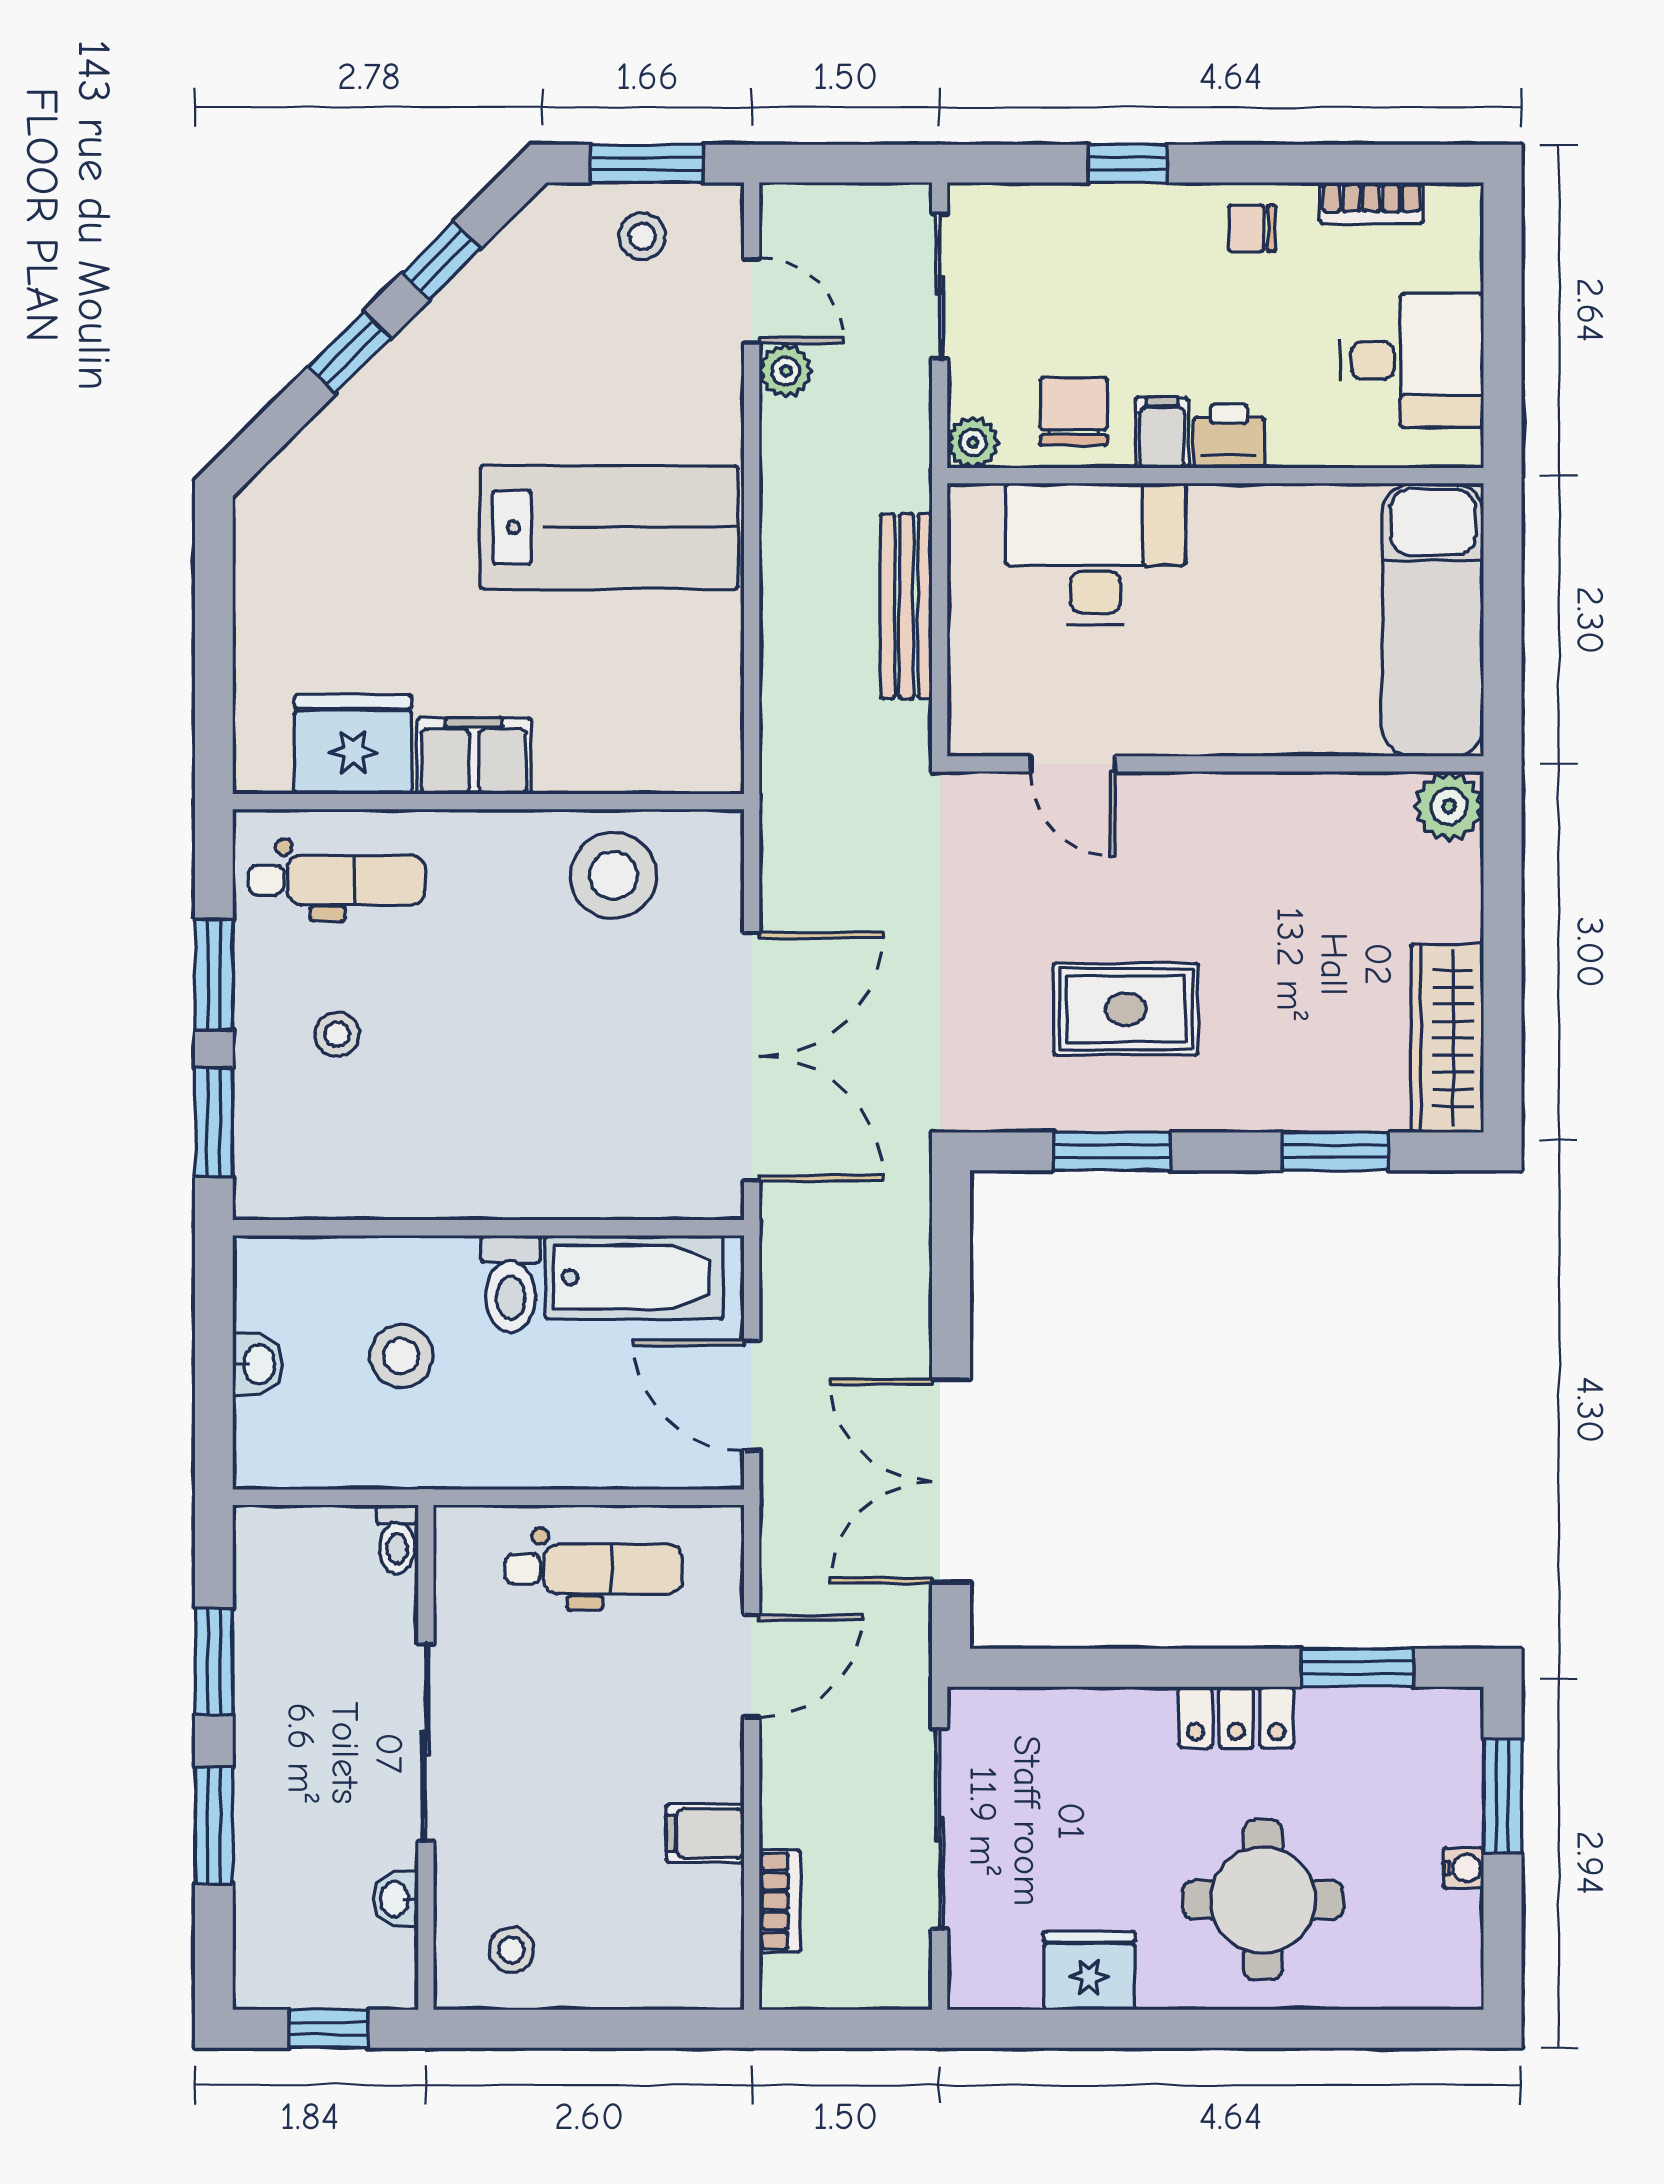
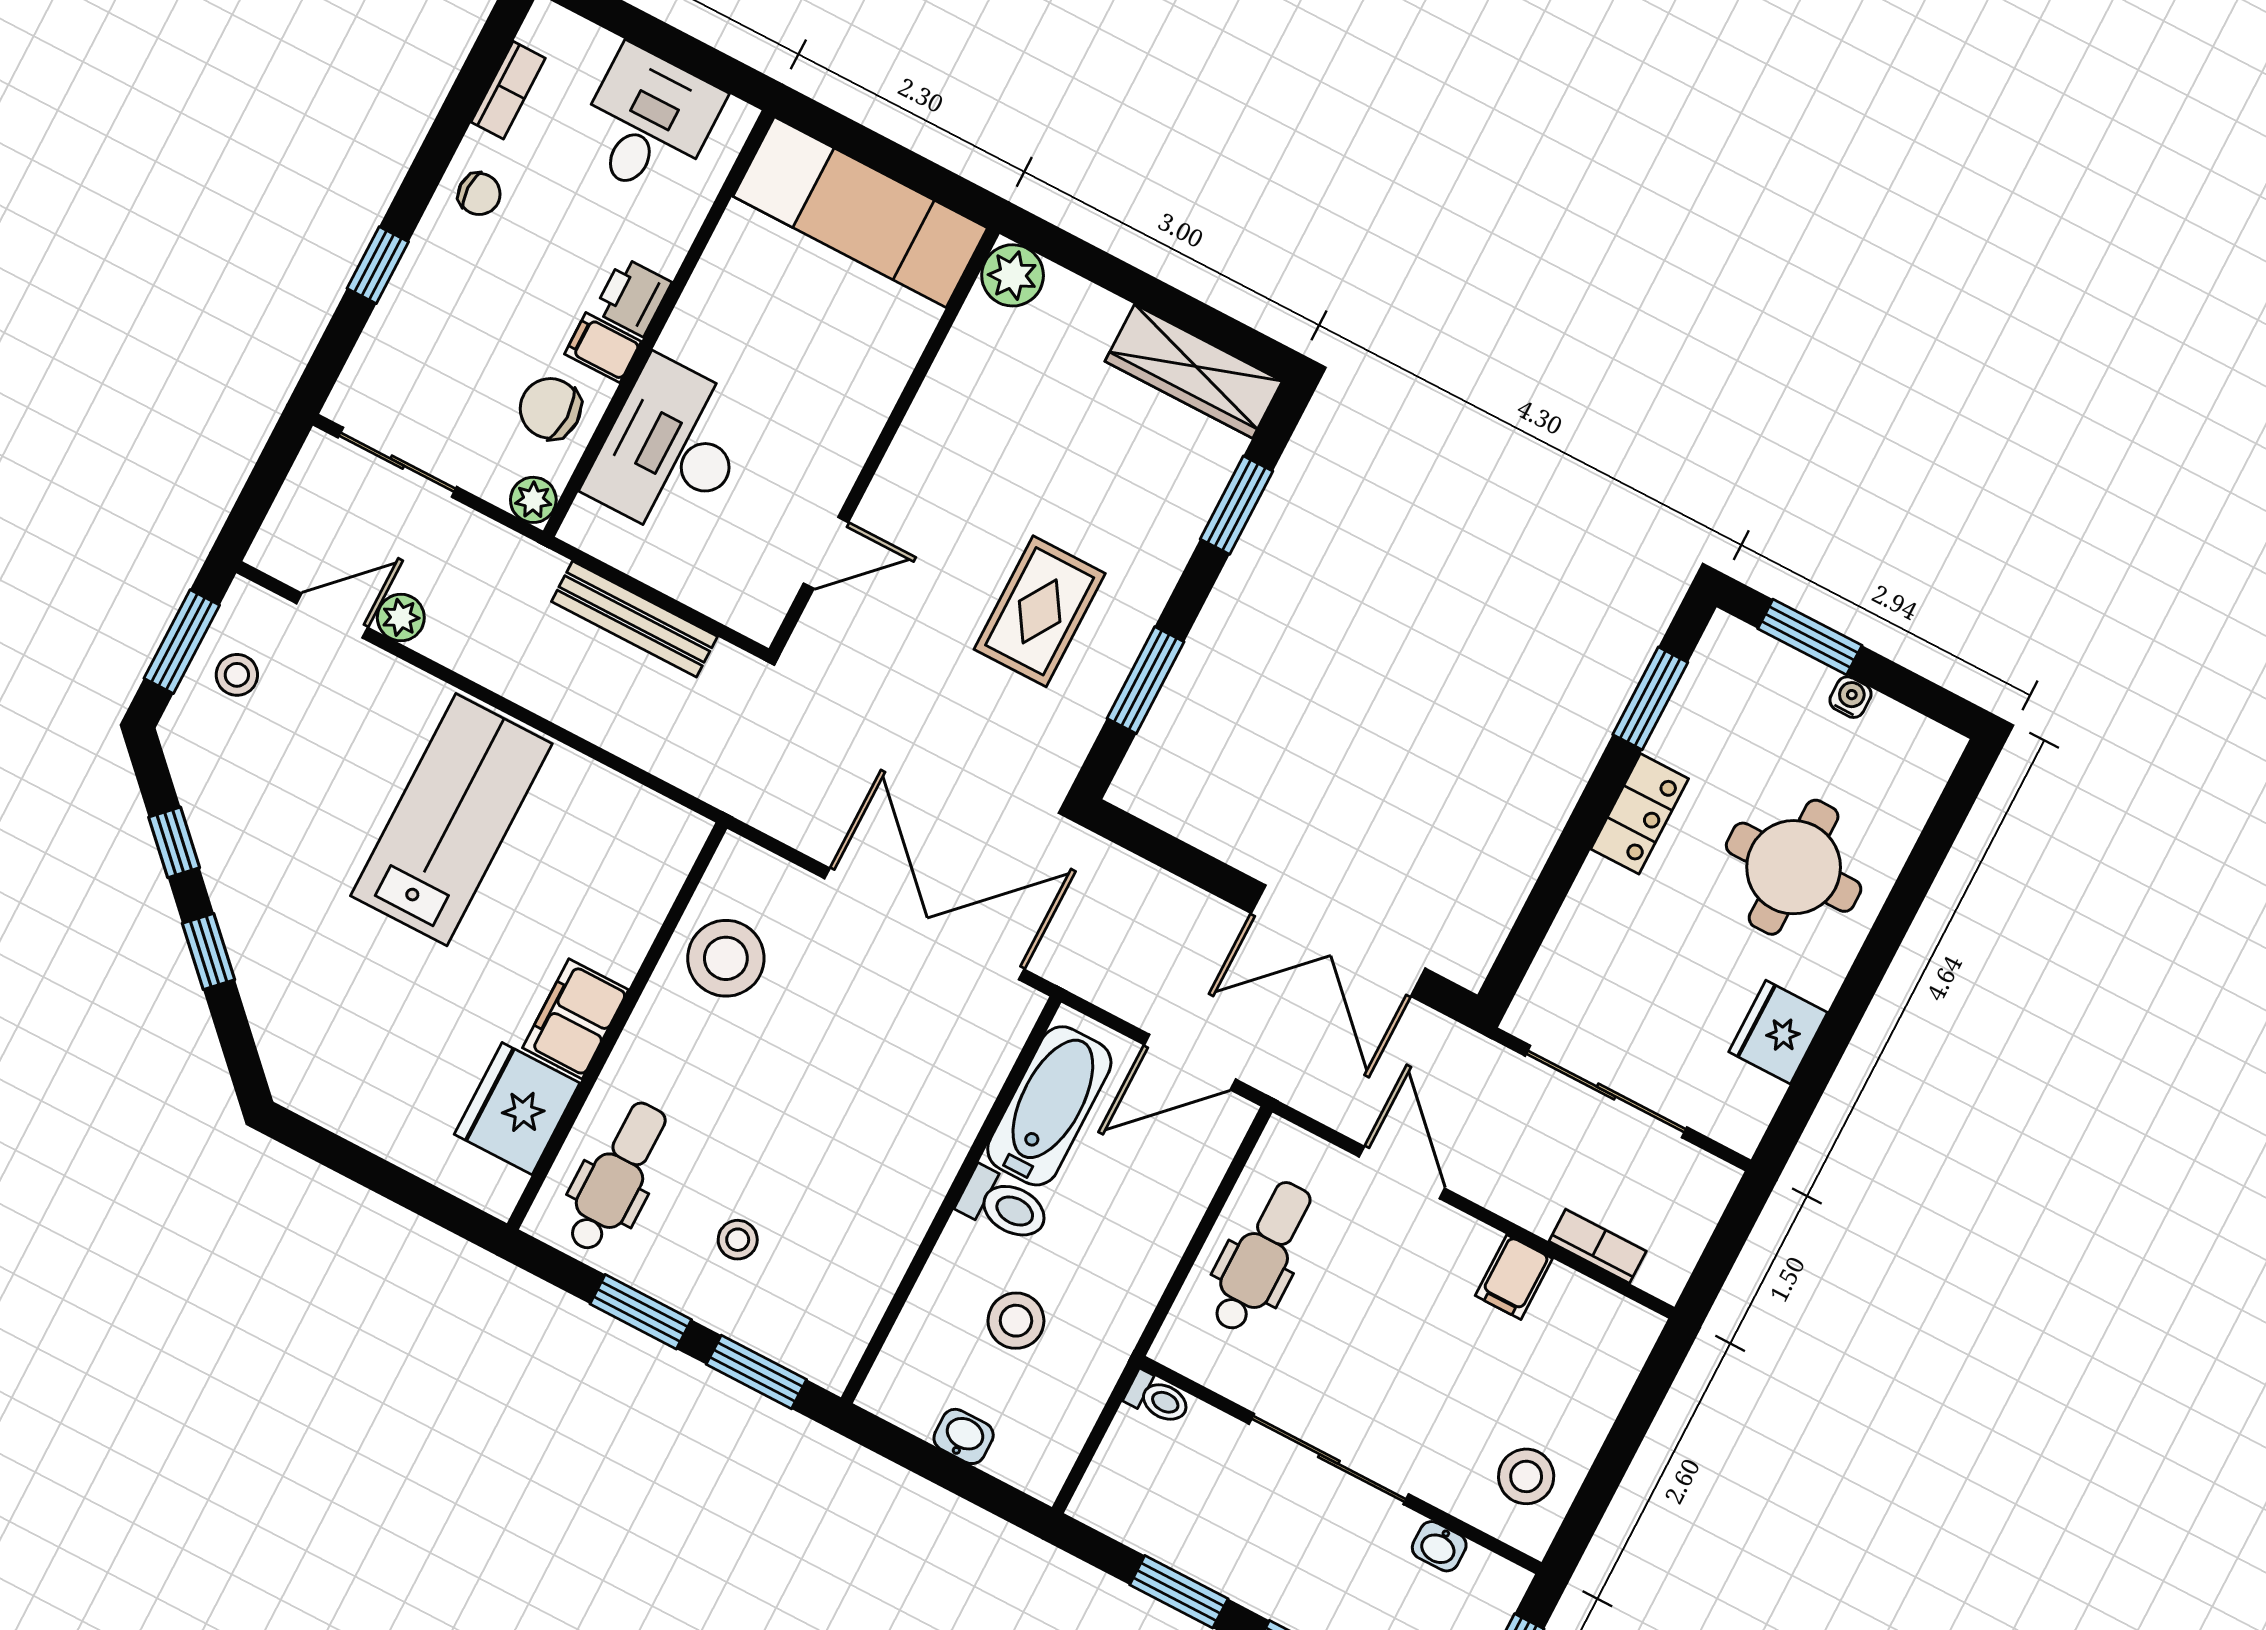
chair: (1252, 228) -> (479, 194), turned -90
stool: (511, 1950) -> (1526, 1476), width x1.37, depth x1.37

